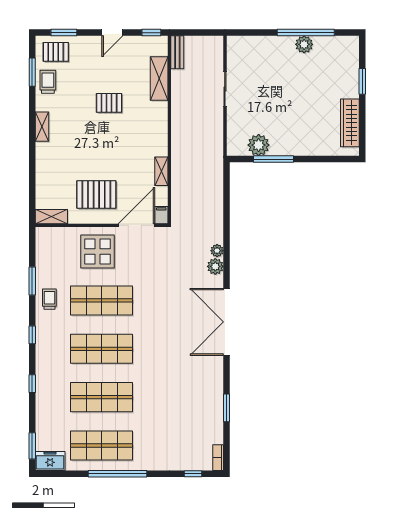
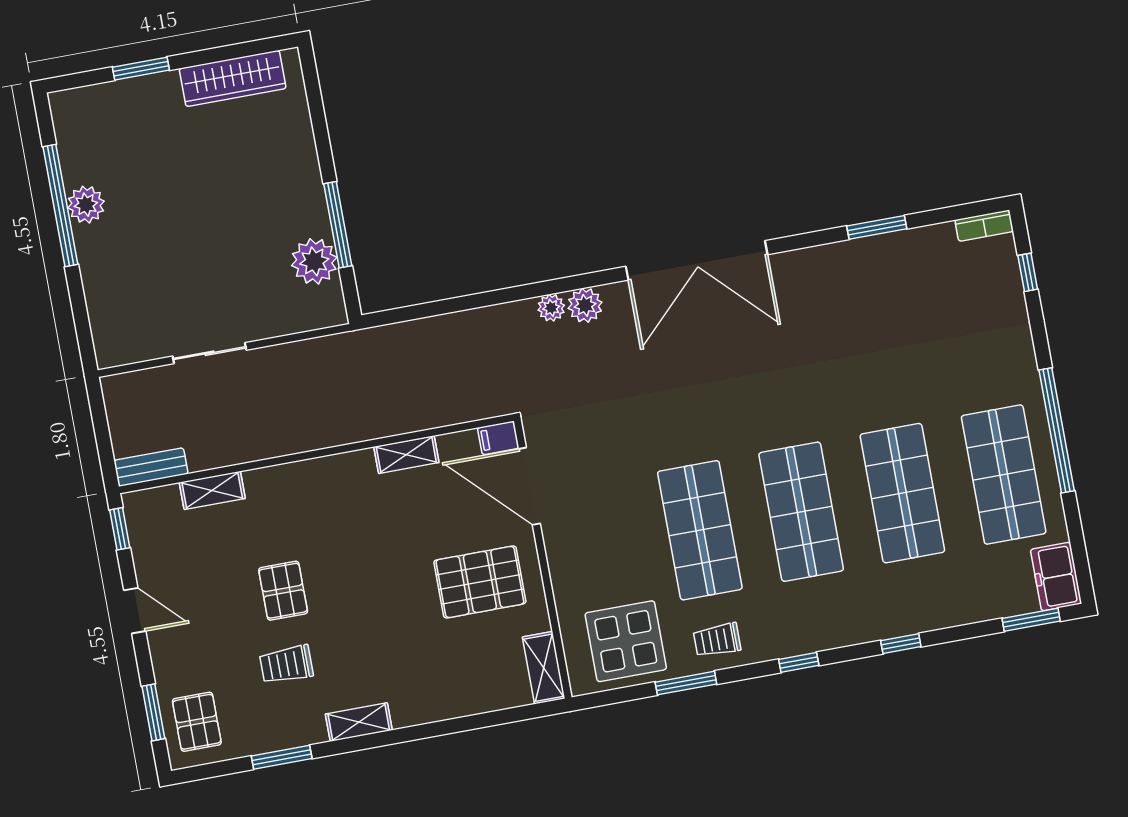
window: (32, 72) -> (282, 757), moved
shelving: (159, 79) -> (212, 490), width x0.67, depth x0.75
trolley: (48, 82) -> (286, 664), moved
pallet: (96, 194) -> (480, 582), turned 90
display table: (97, 251) -> (626, 641), moved

